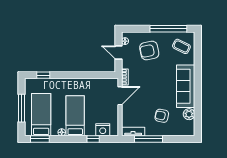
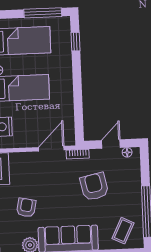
armchair: (149, 51) -> (94, 187), moved
door: (120, 96) -> (51, 149), swing flipped
window: (22, 108) -> (43, 13), moved

